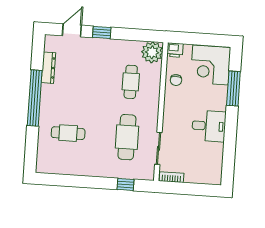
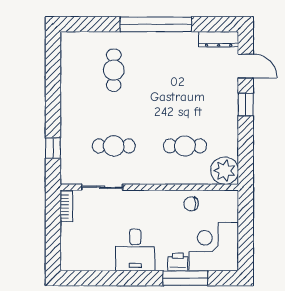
printer: (175, 50) -> (178, 262), moved, turned 90
dresser: (48, 68) -> (219, 39), moved
cafe table: (127, 137) -> (114, 146), width x0.73, depth x0.74

